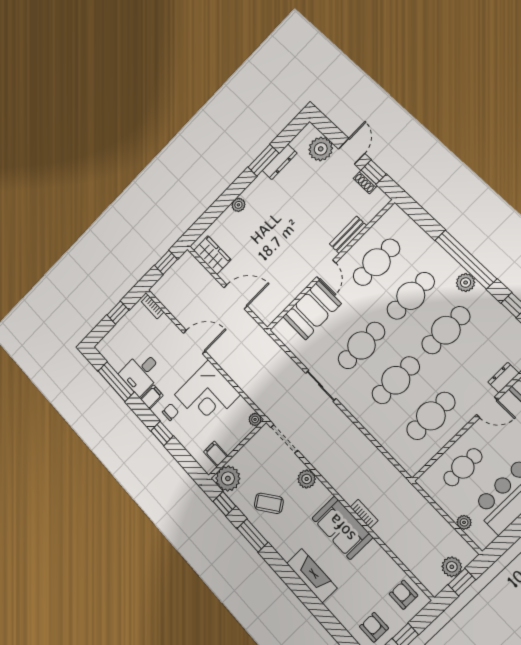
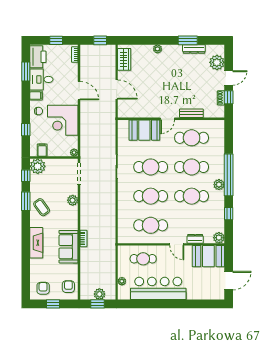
printer: (115, 351) -> (38, 57), added
window: (116, 382) -> (26, 72), width x0.69
window: (162, 433) -> (26, 130), moved
coffee table: (269, 503) -> (42, 207), moved
sofa: (342, 528) -> (68, 247), moved

